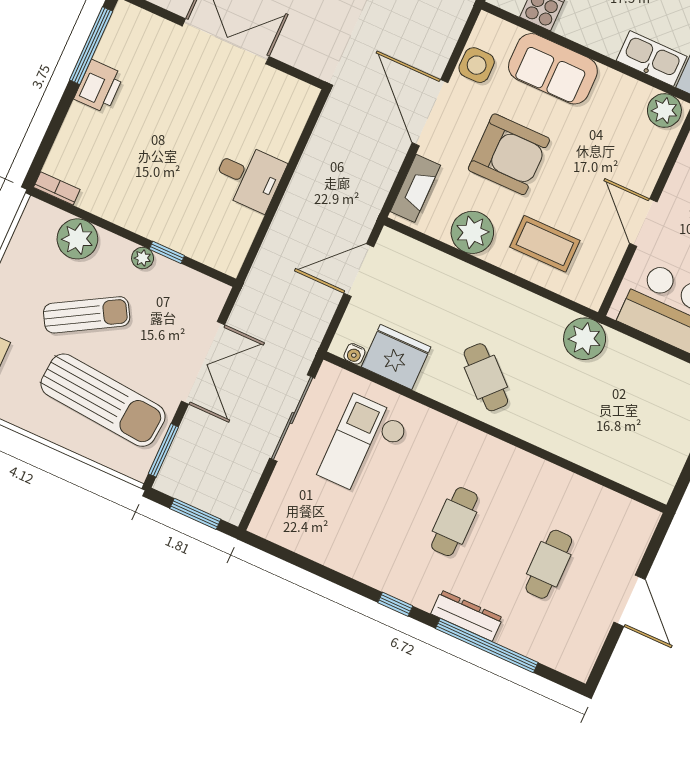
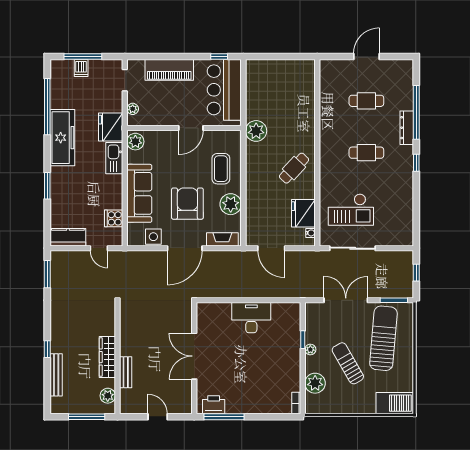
sofa: (553, 69) -> (139, 193), width x1.36
printer: (99, 86) -> (214, 405), moved
desk: (249, 177) -> (251, 318), width x1.37
window: (195, 514) -> (416, 273), width x0.67

